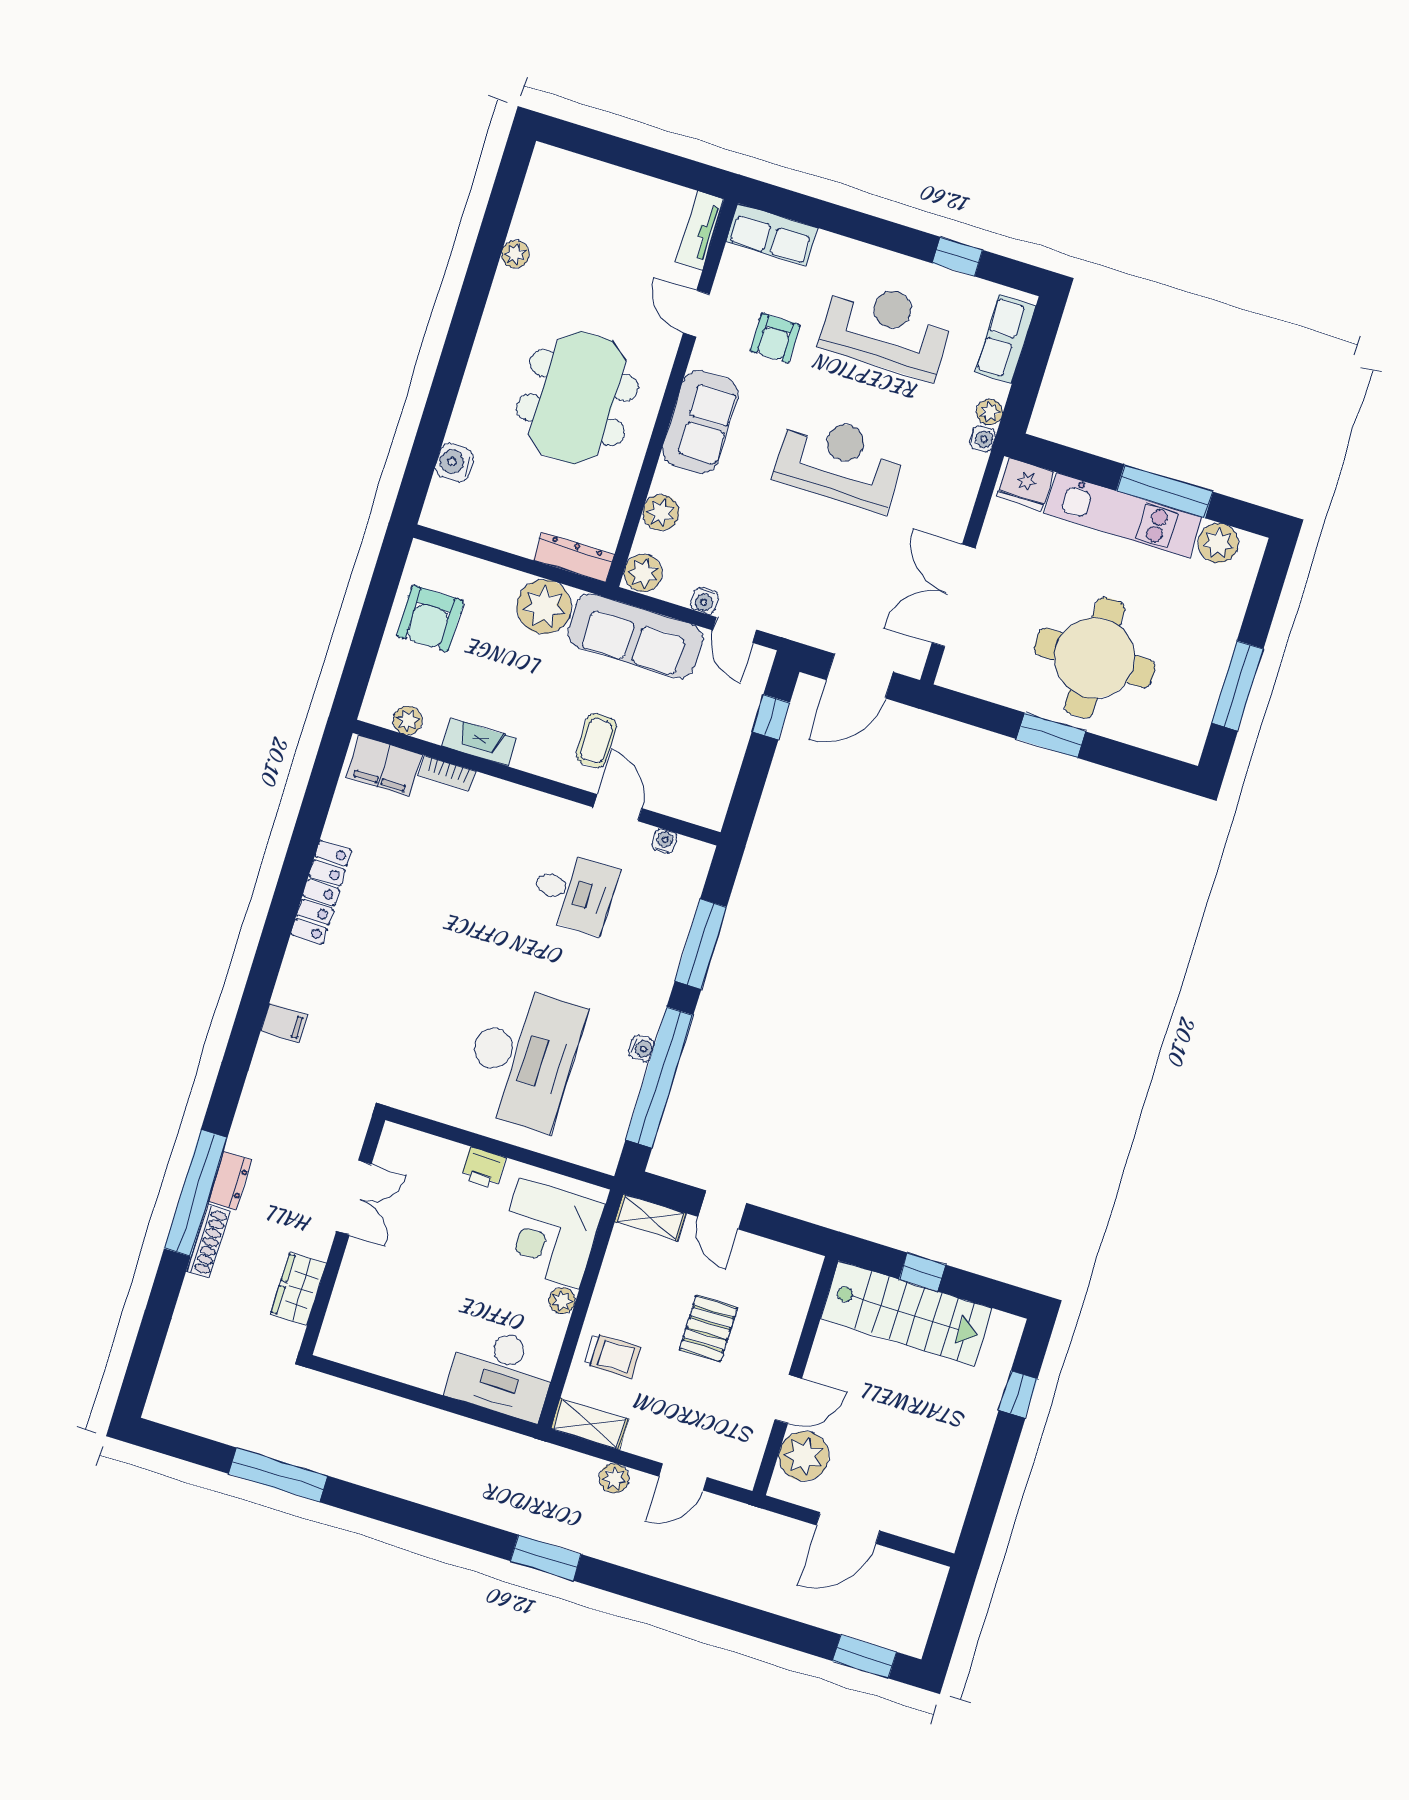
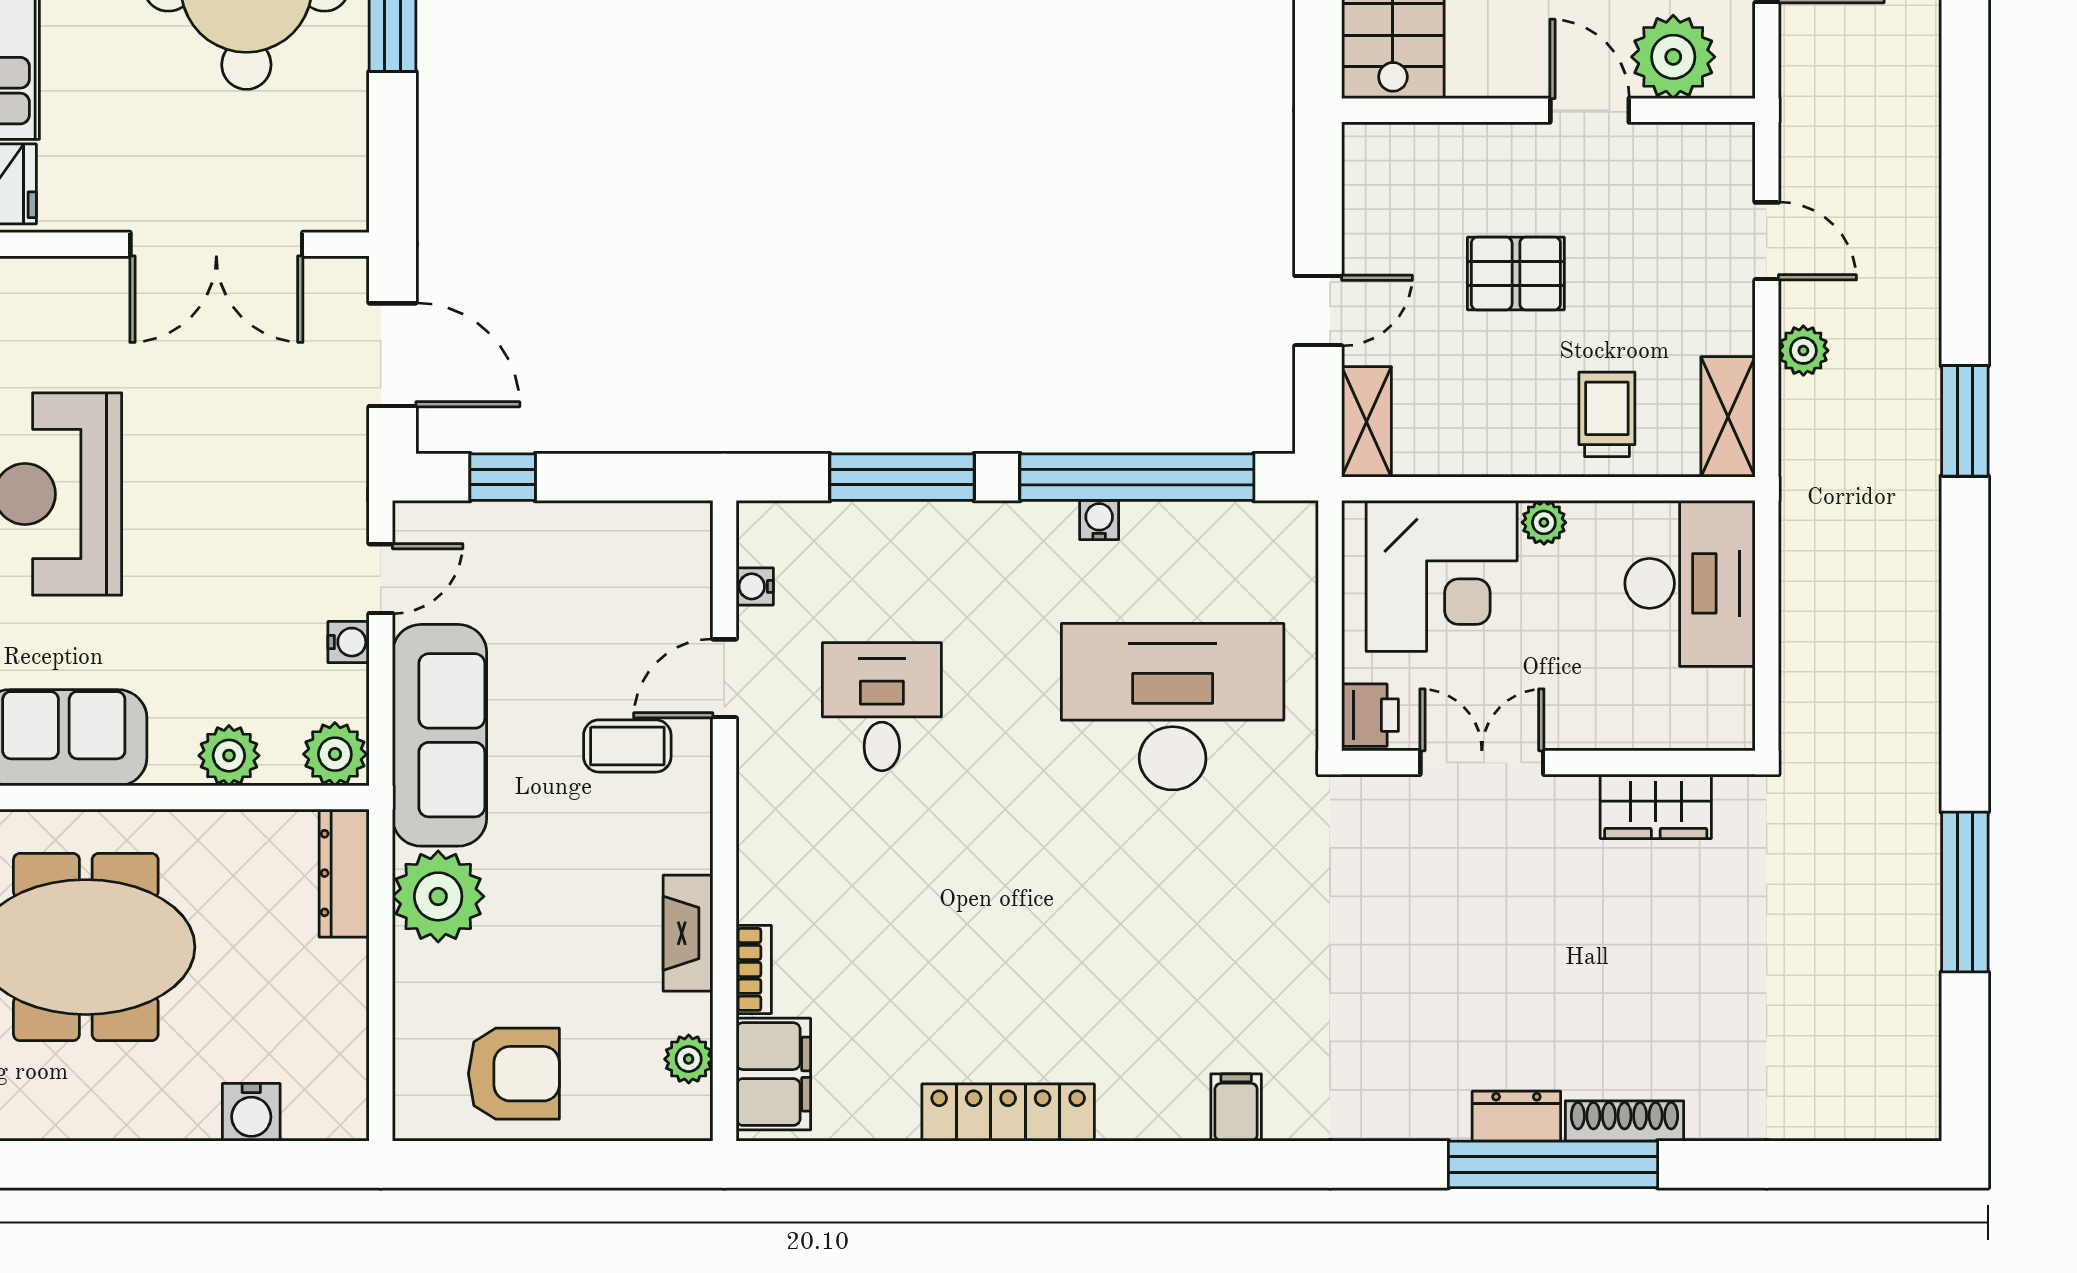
double door: (354, 1198) -> (1482, 762), moved
wall: (342, 1235) -> (1548, 762), moved
wardrobe: (298, 1289) -> (1656, 806), moved

